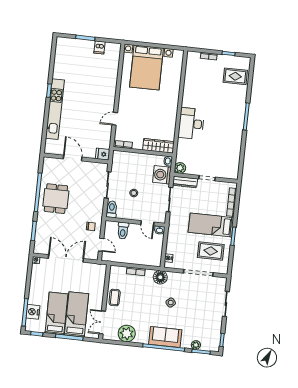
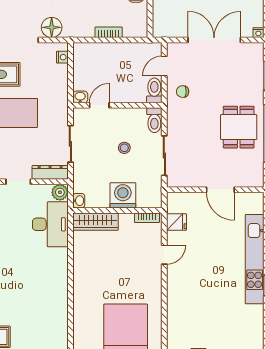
desk: (191, 124) -> (50, 224), moved
fridge: (103, 154) -> (177, 222), moved
washing machine: (162, 175) -> (123, 195), moved, turned -90
door: (147, 223) -> (99, 105), hinge flipped
toilet: (123, 231) -> (154, 90), moved
door: (101, 245) -> (164, 66), hinge flipped
double door: (66, 258) -> (214, 40), swing flipped
floor lamp: (160, 277) -> (52, 27), moved

